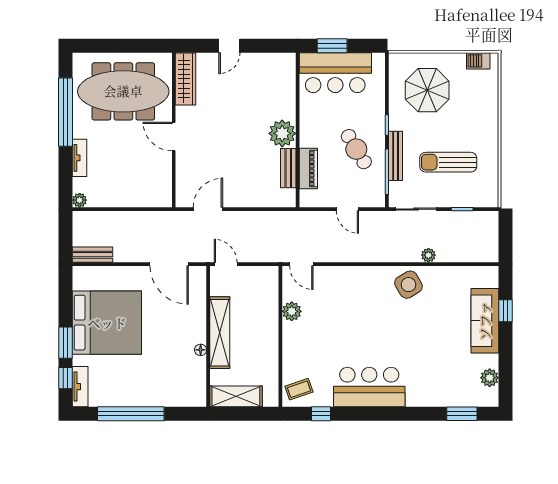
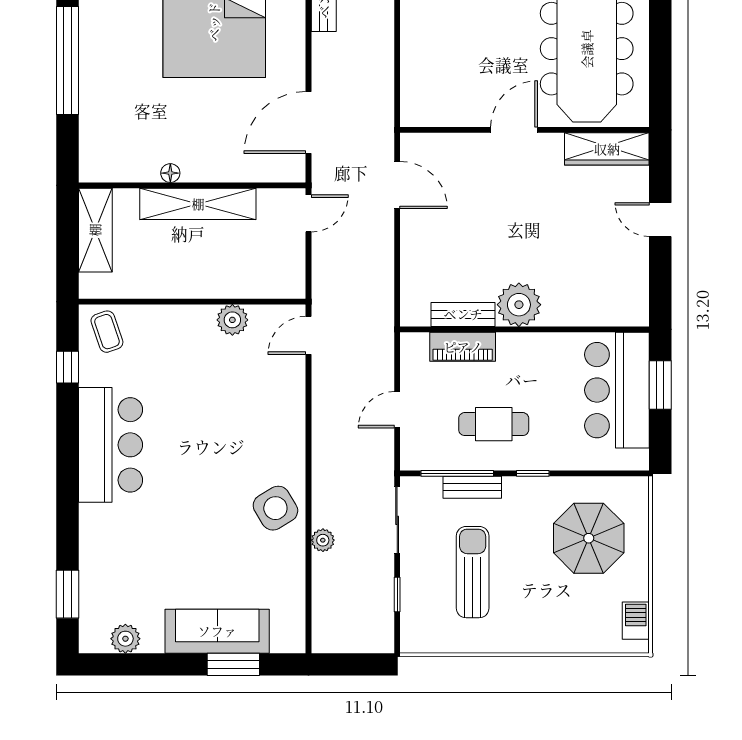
cafe table: (356, 149) -> (494, 424), turned 31
bench: (396, 156) -> (472, 487), width x0.73
window: (506, 311) -> (233, 664), width x1.50

